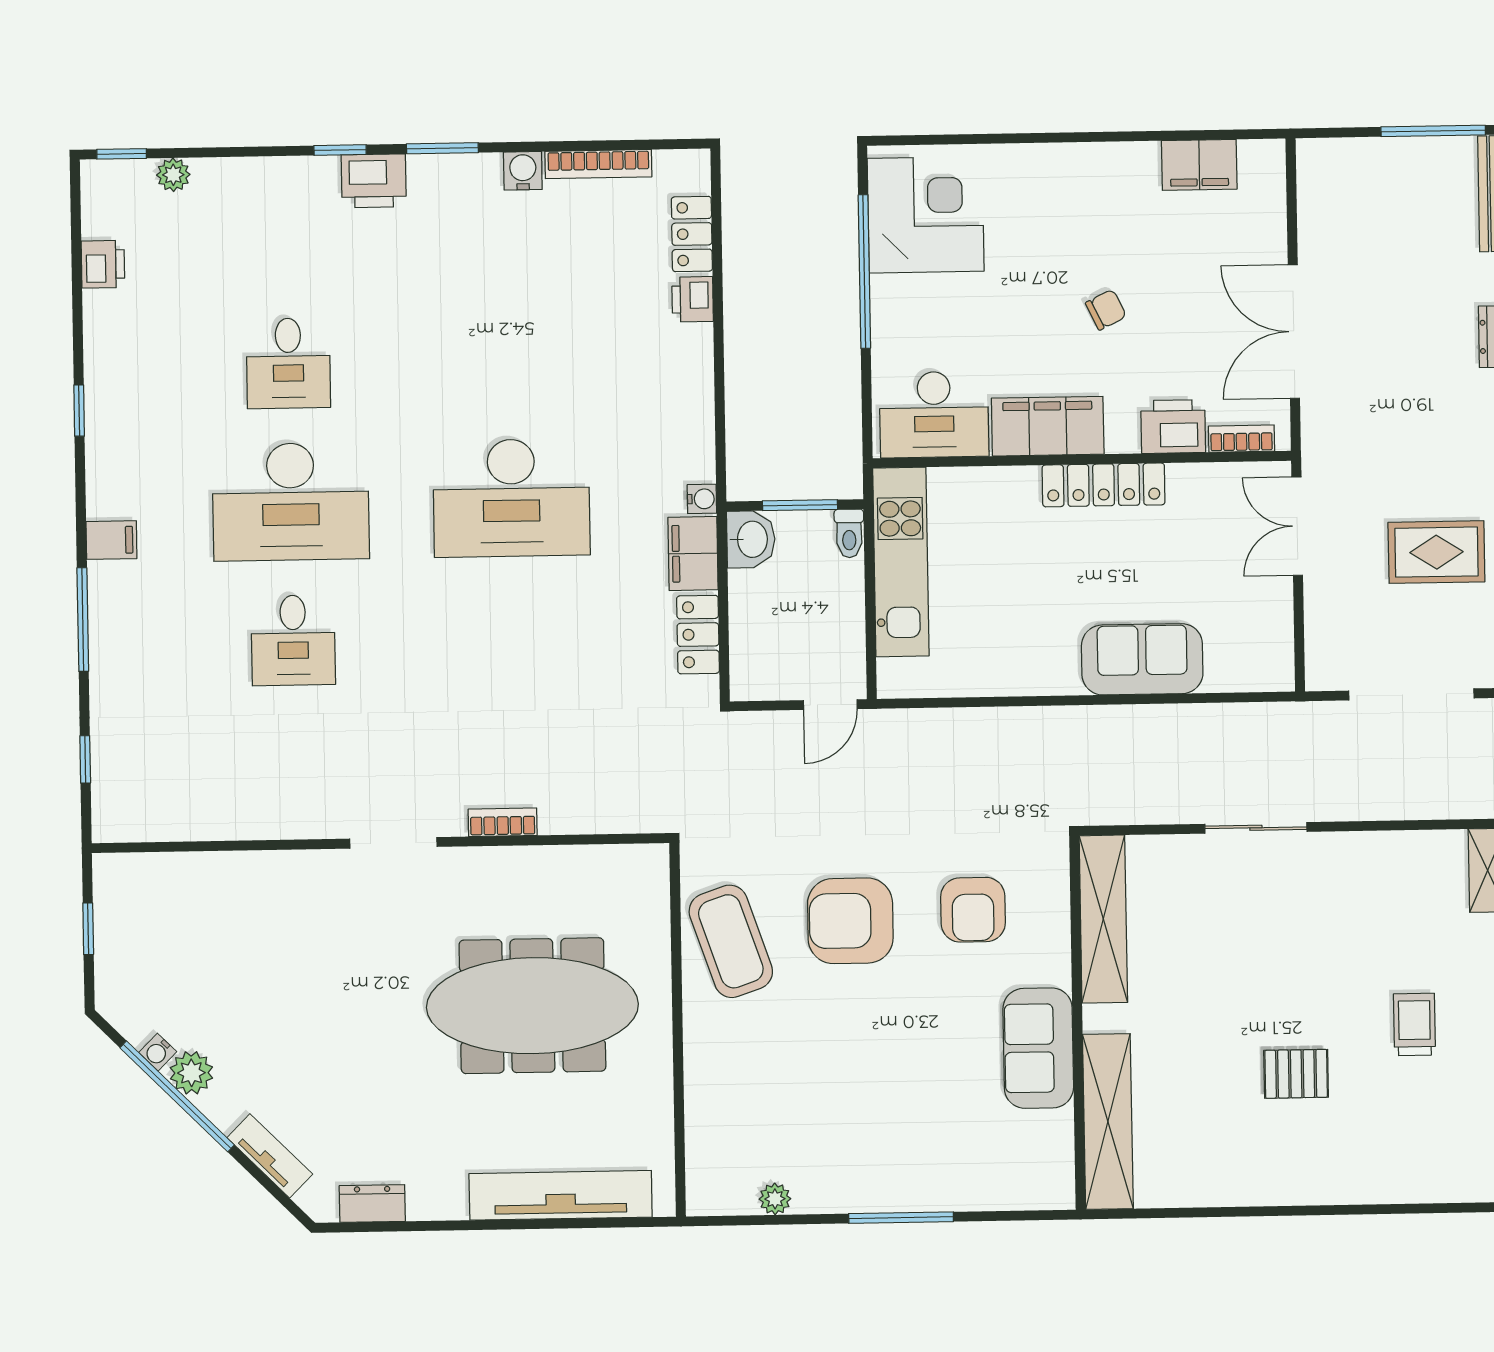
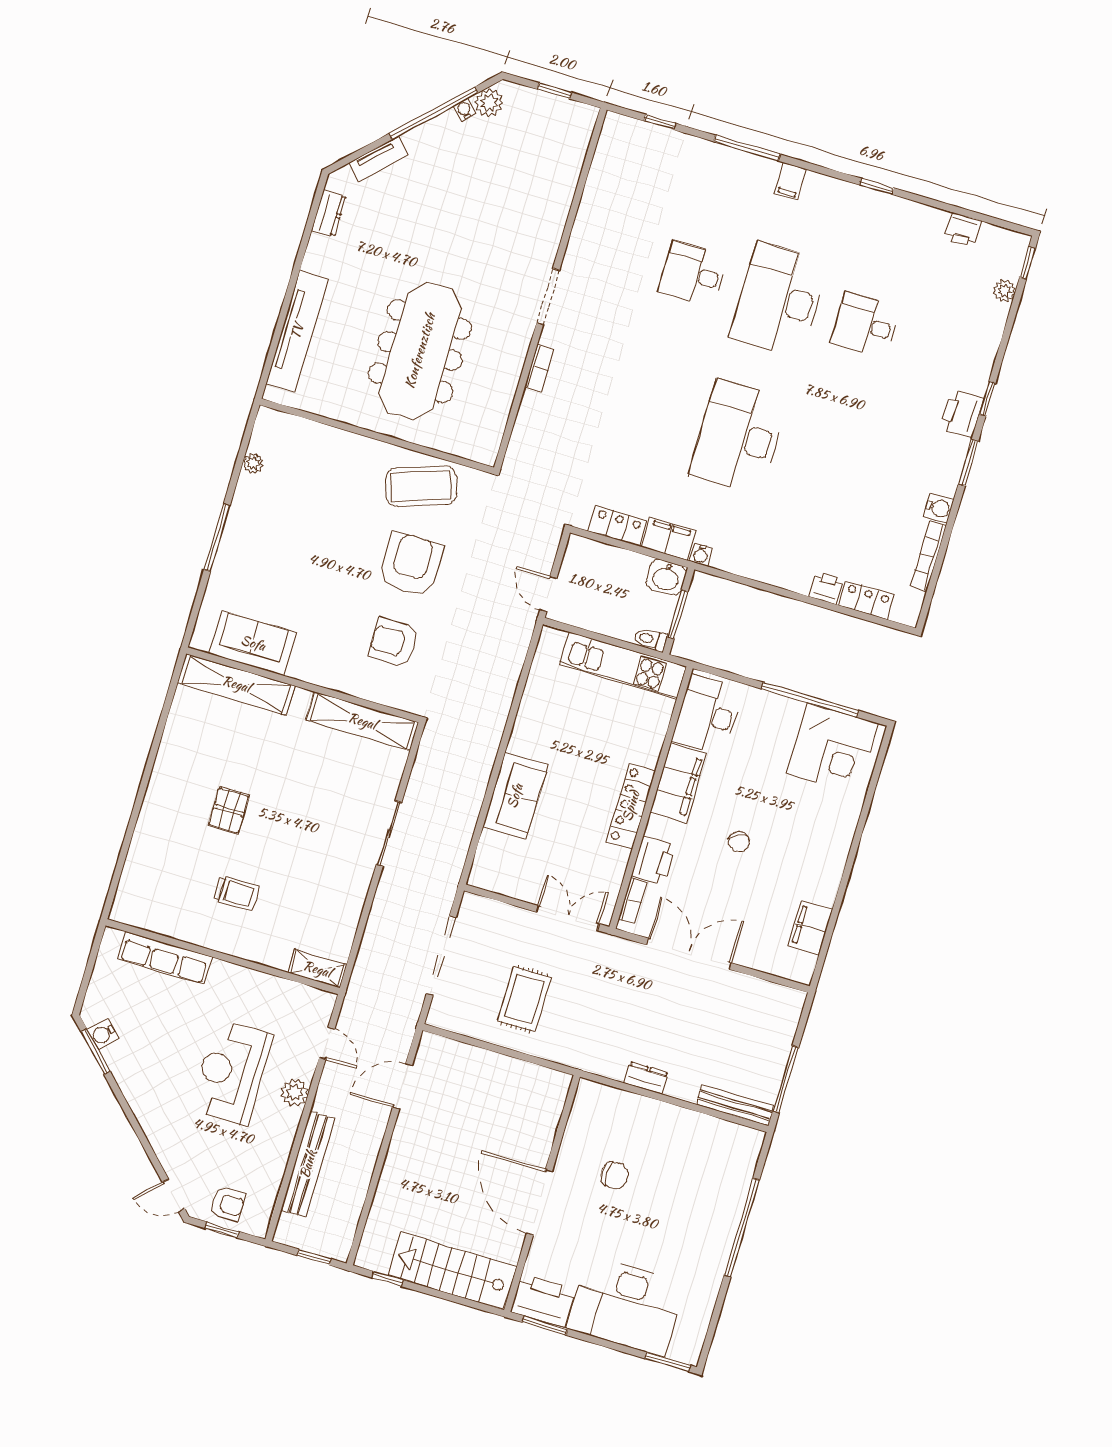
sofa: (1038, 1048) -> (253, 643), moved
plant: (191, 1073) -> (489, 103), moved

